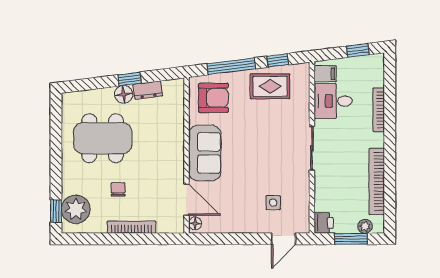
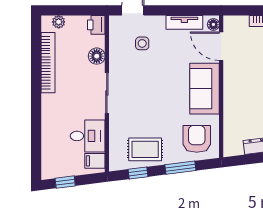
window: (231, 66) -> (180, 168), width x0.69
armchair: (213, 98) -> (197, 139), turned 90
bookcase: (379, 110) -> (46, 128), removed
floor lamp: (323, 189) -> (97, 56), added
tv unit: (227, 226) -> (184, 22), added
window: (351, 239) -> (71, 10), removed

